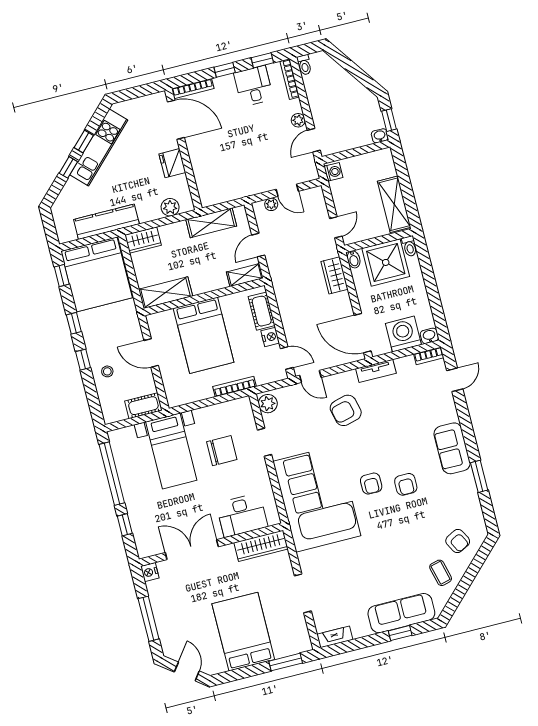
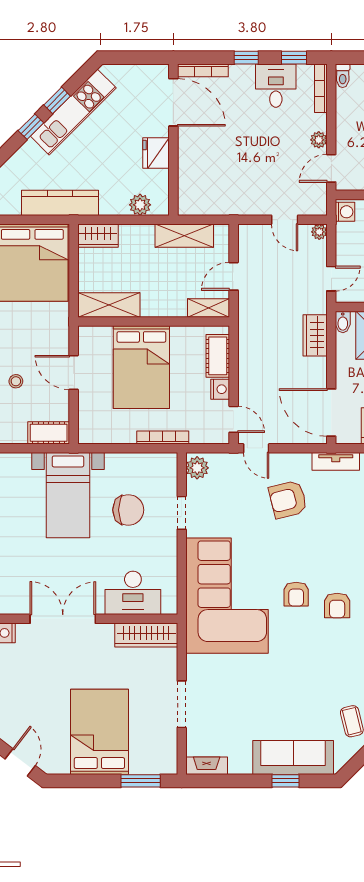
plant: (271, 204) -> (319, 232), moved

